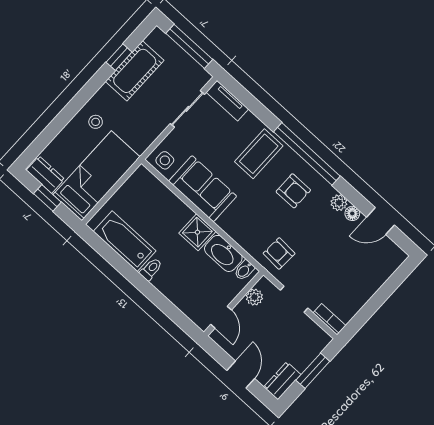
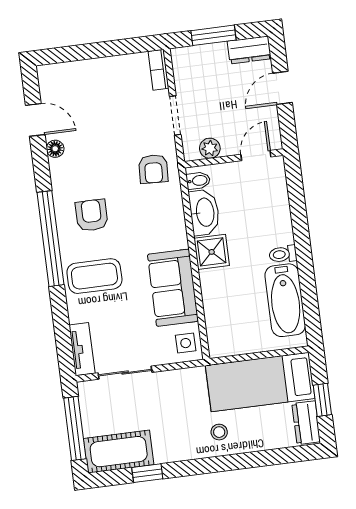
cot: (135, 71) -> (119, 452), moved
plant: (339, 203) -> (59, 169), removed

